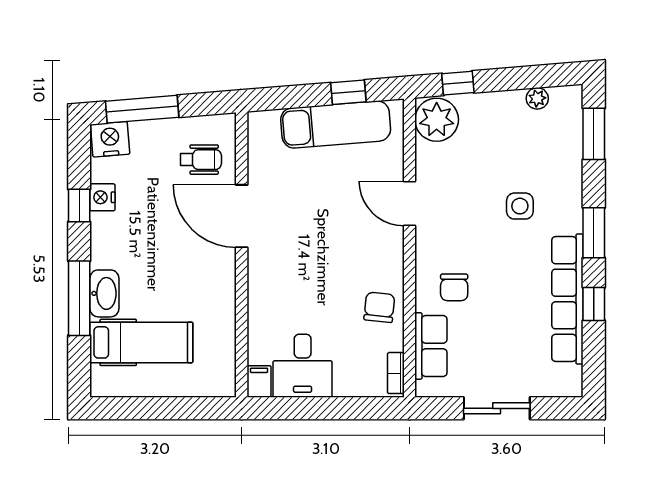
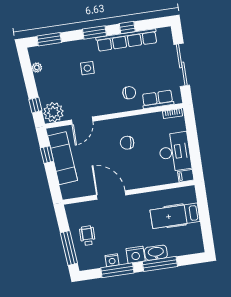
nightstand: (110, 139) -> (136, 255), moved, turned -85
wheelchair: (201, 160) -> (87, 236), moved
door: (410, 204) -> (82, 121), moved
window: (79, 205) -> (117, 270), width x2.17
door: (242, 216) -> (111, 195), swing flipped
chair: (379, 307) -> (127, 143), moved
hospital bed: (141, 342) -> (175, 216), moved, turned -90
desk: (303, 366) -> (175, 152), width x1.37
sliding door: (497, 408) -> (182, 65), width x1.37

